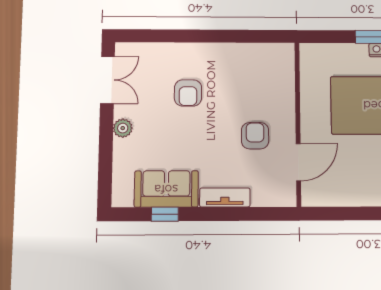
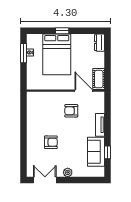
cot: (324, 194) -> (99, 79), added

